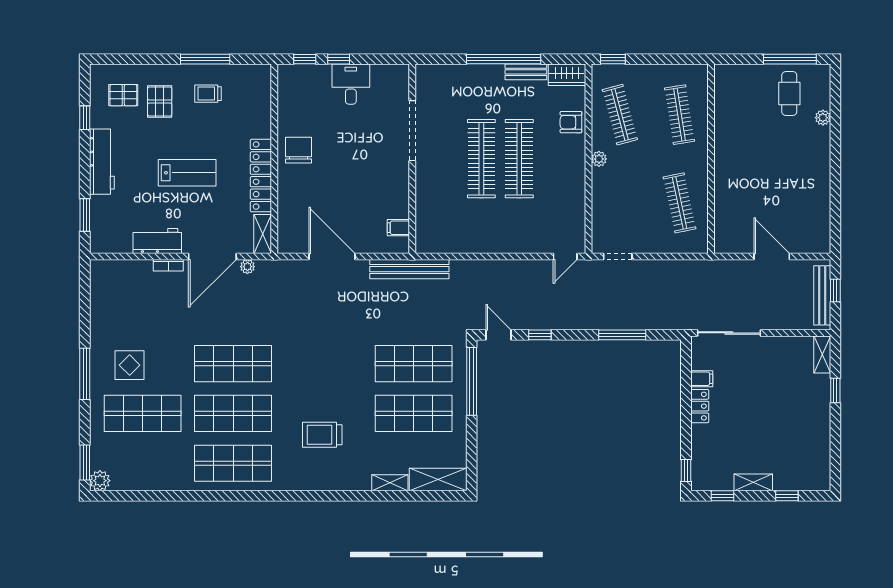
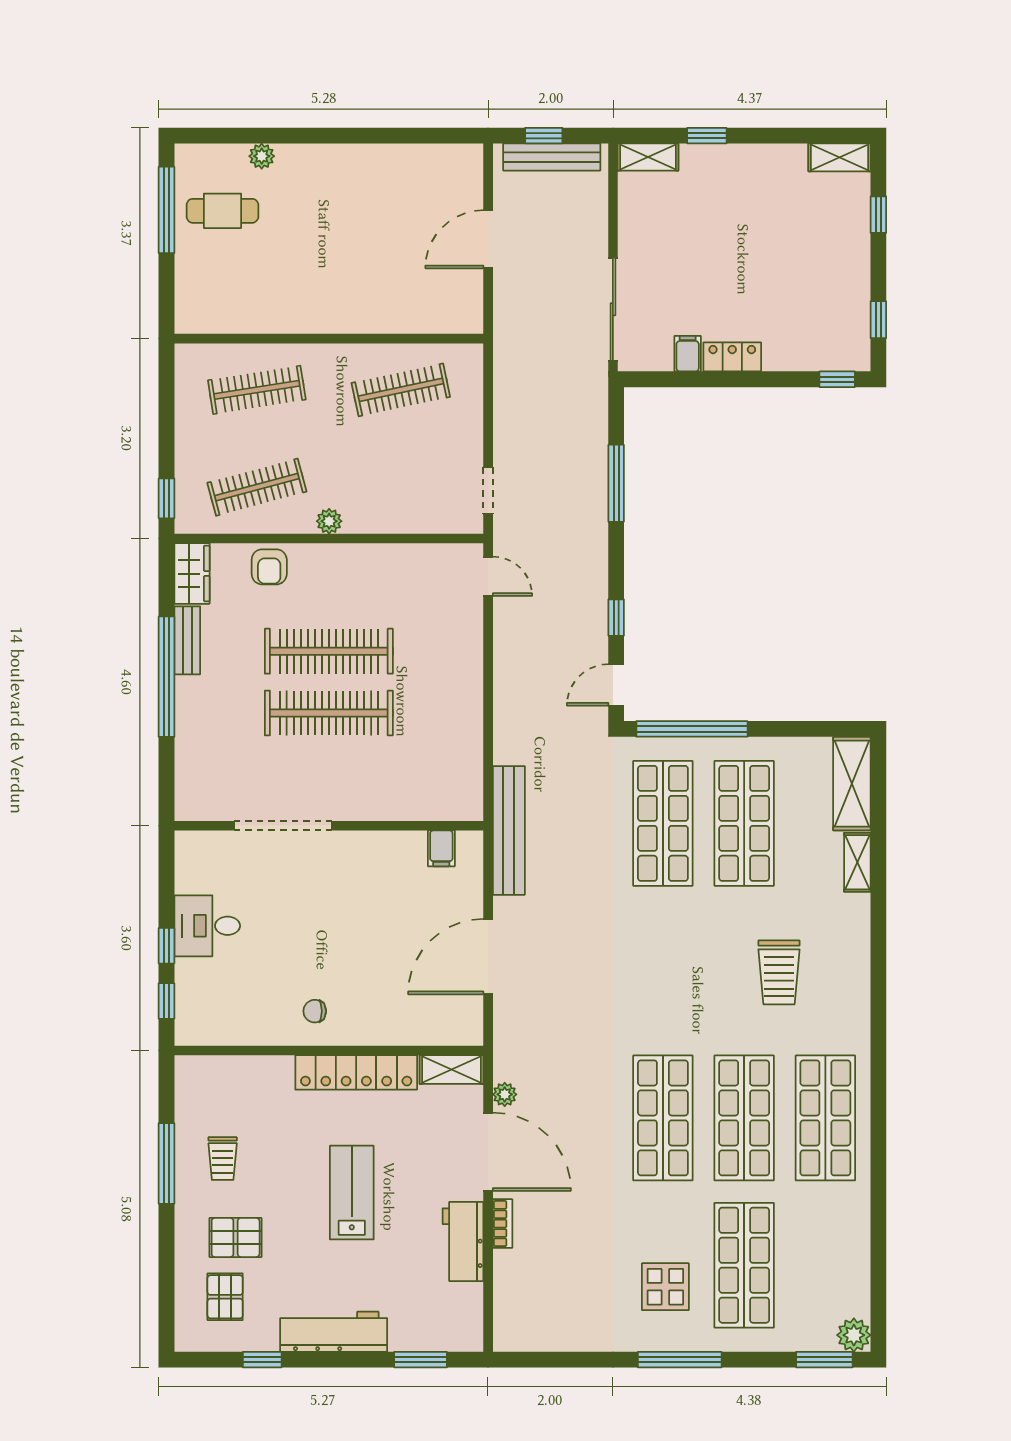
chair: (298, 150) -> (315, 1011), width x0.54, depth x0.54
shelving: (753, 482) -> (840, 157), moved, turned 90

